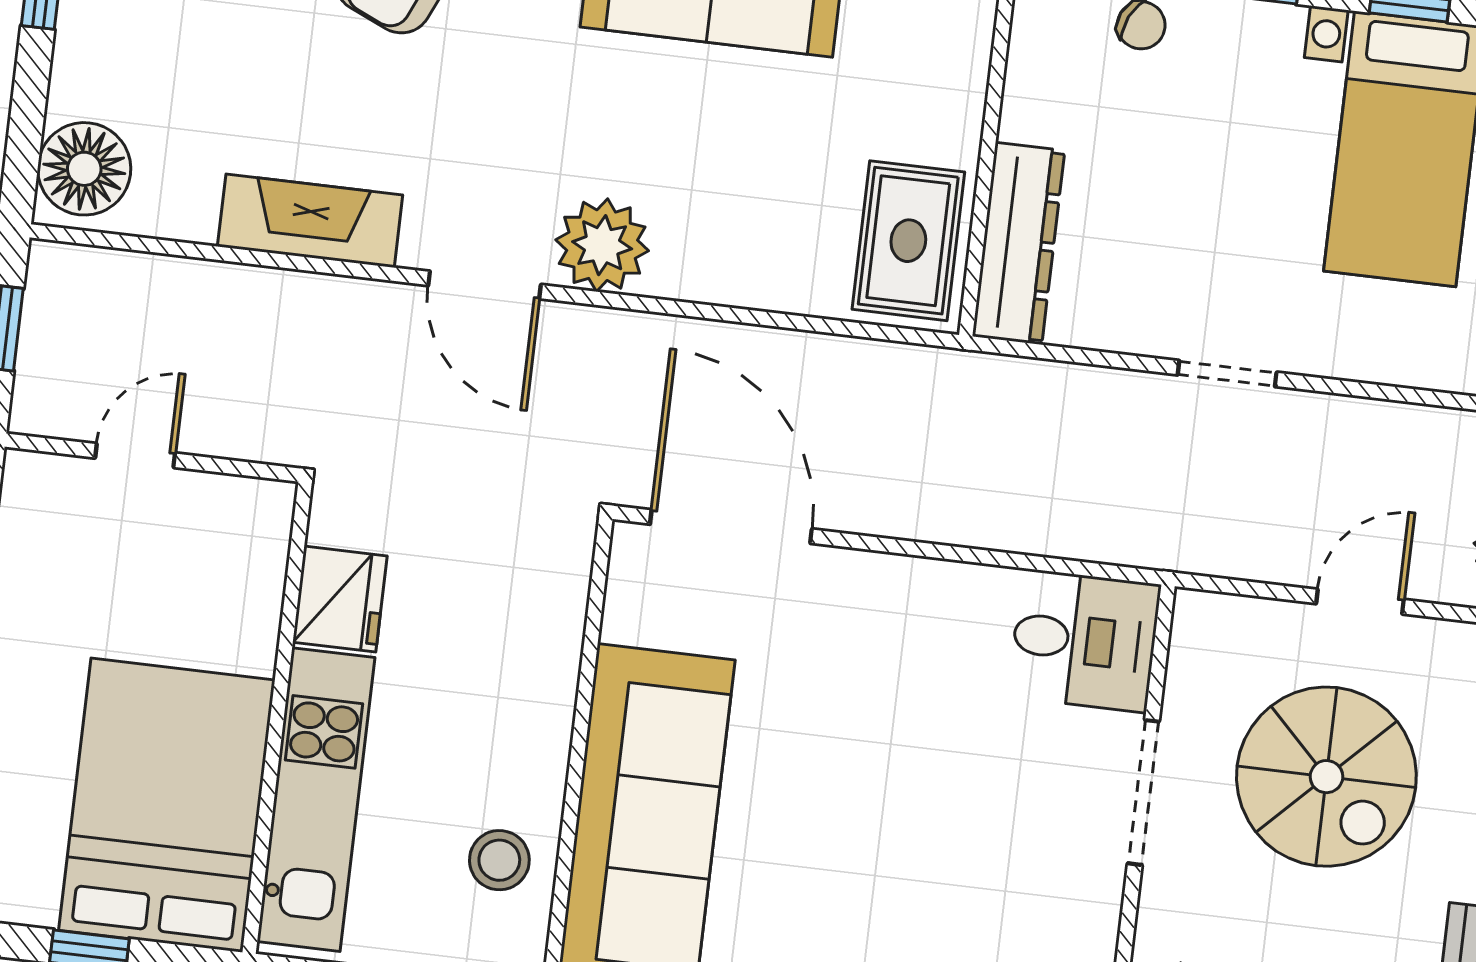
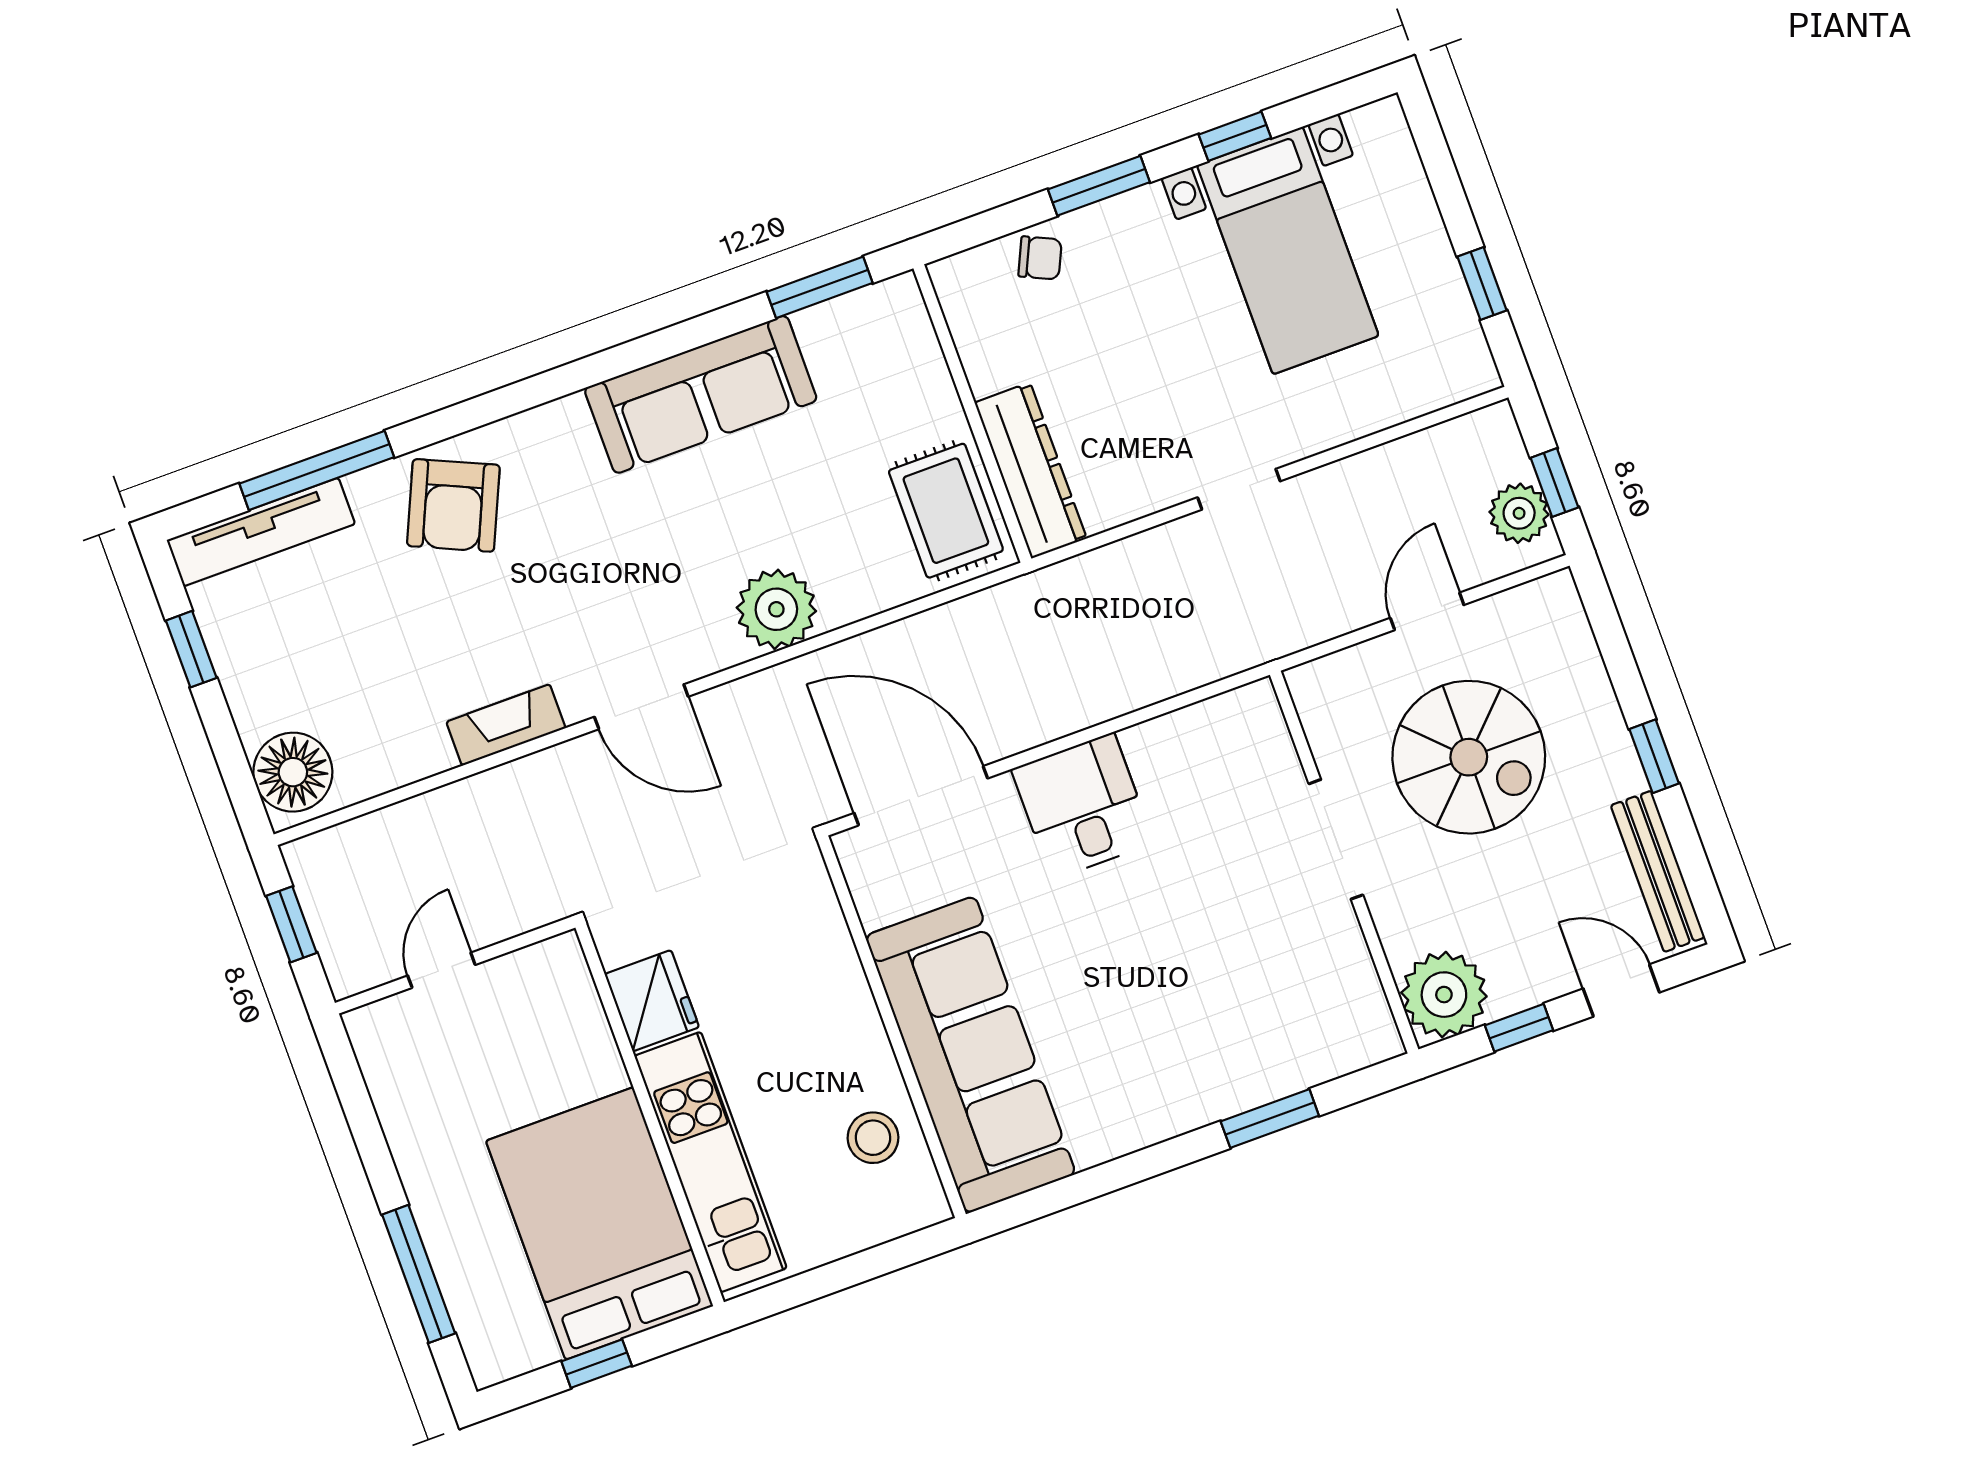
fireplace: (310, 221) -> (506, 725), width x0.73, depth x0.76
plant: (602, 245) -> (776, 609), moved
desk: (1084, 641) -> (1083, 806), moved, turned -90

